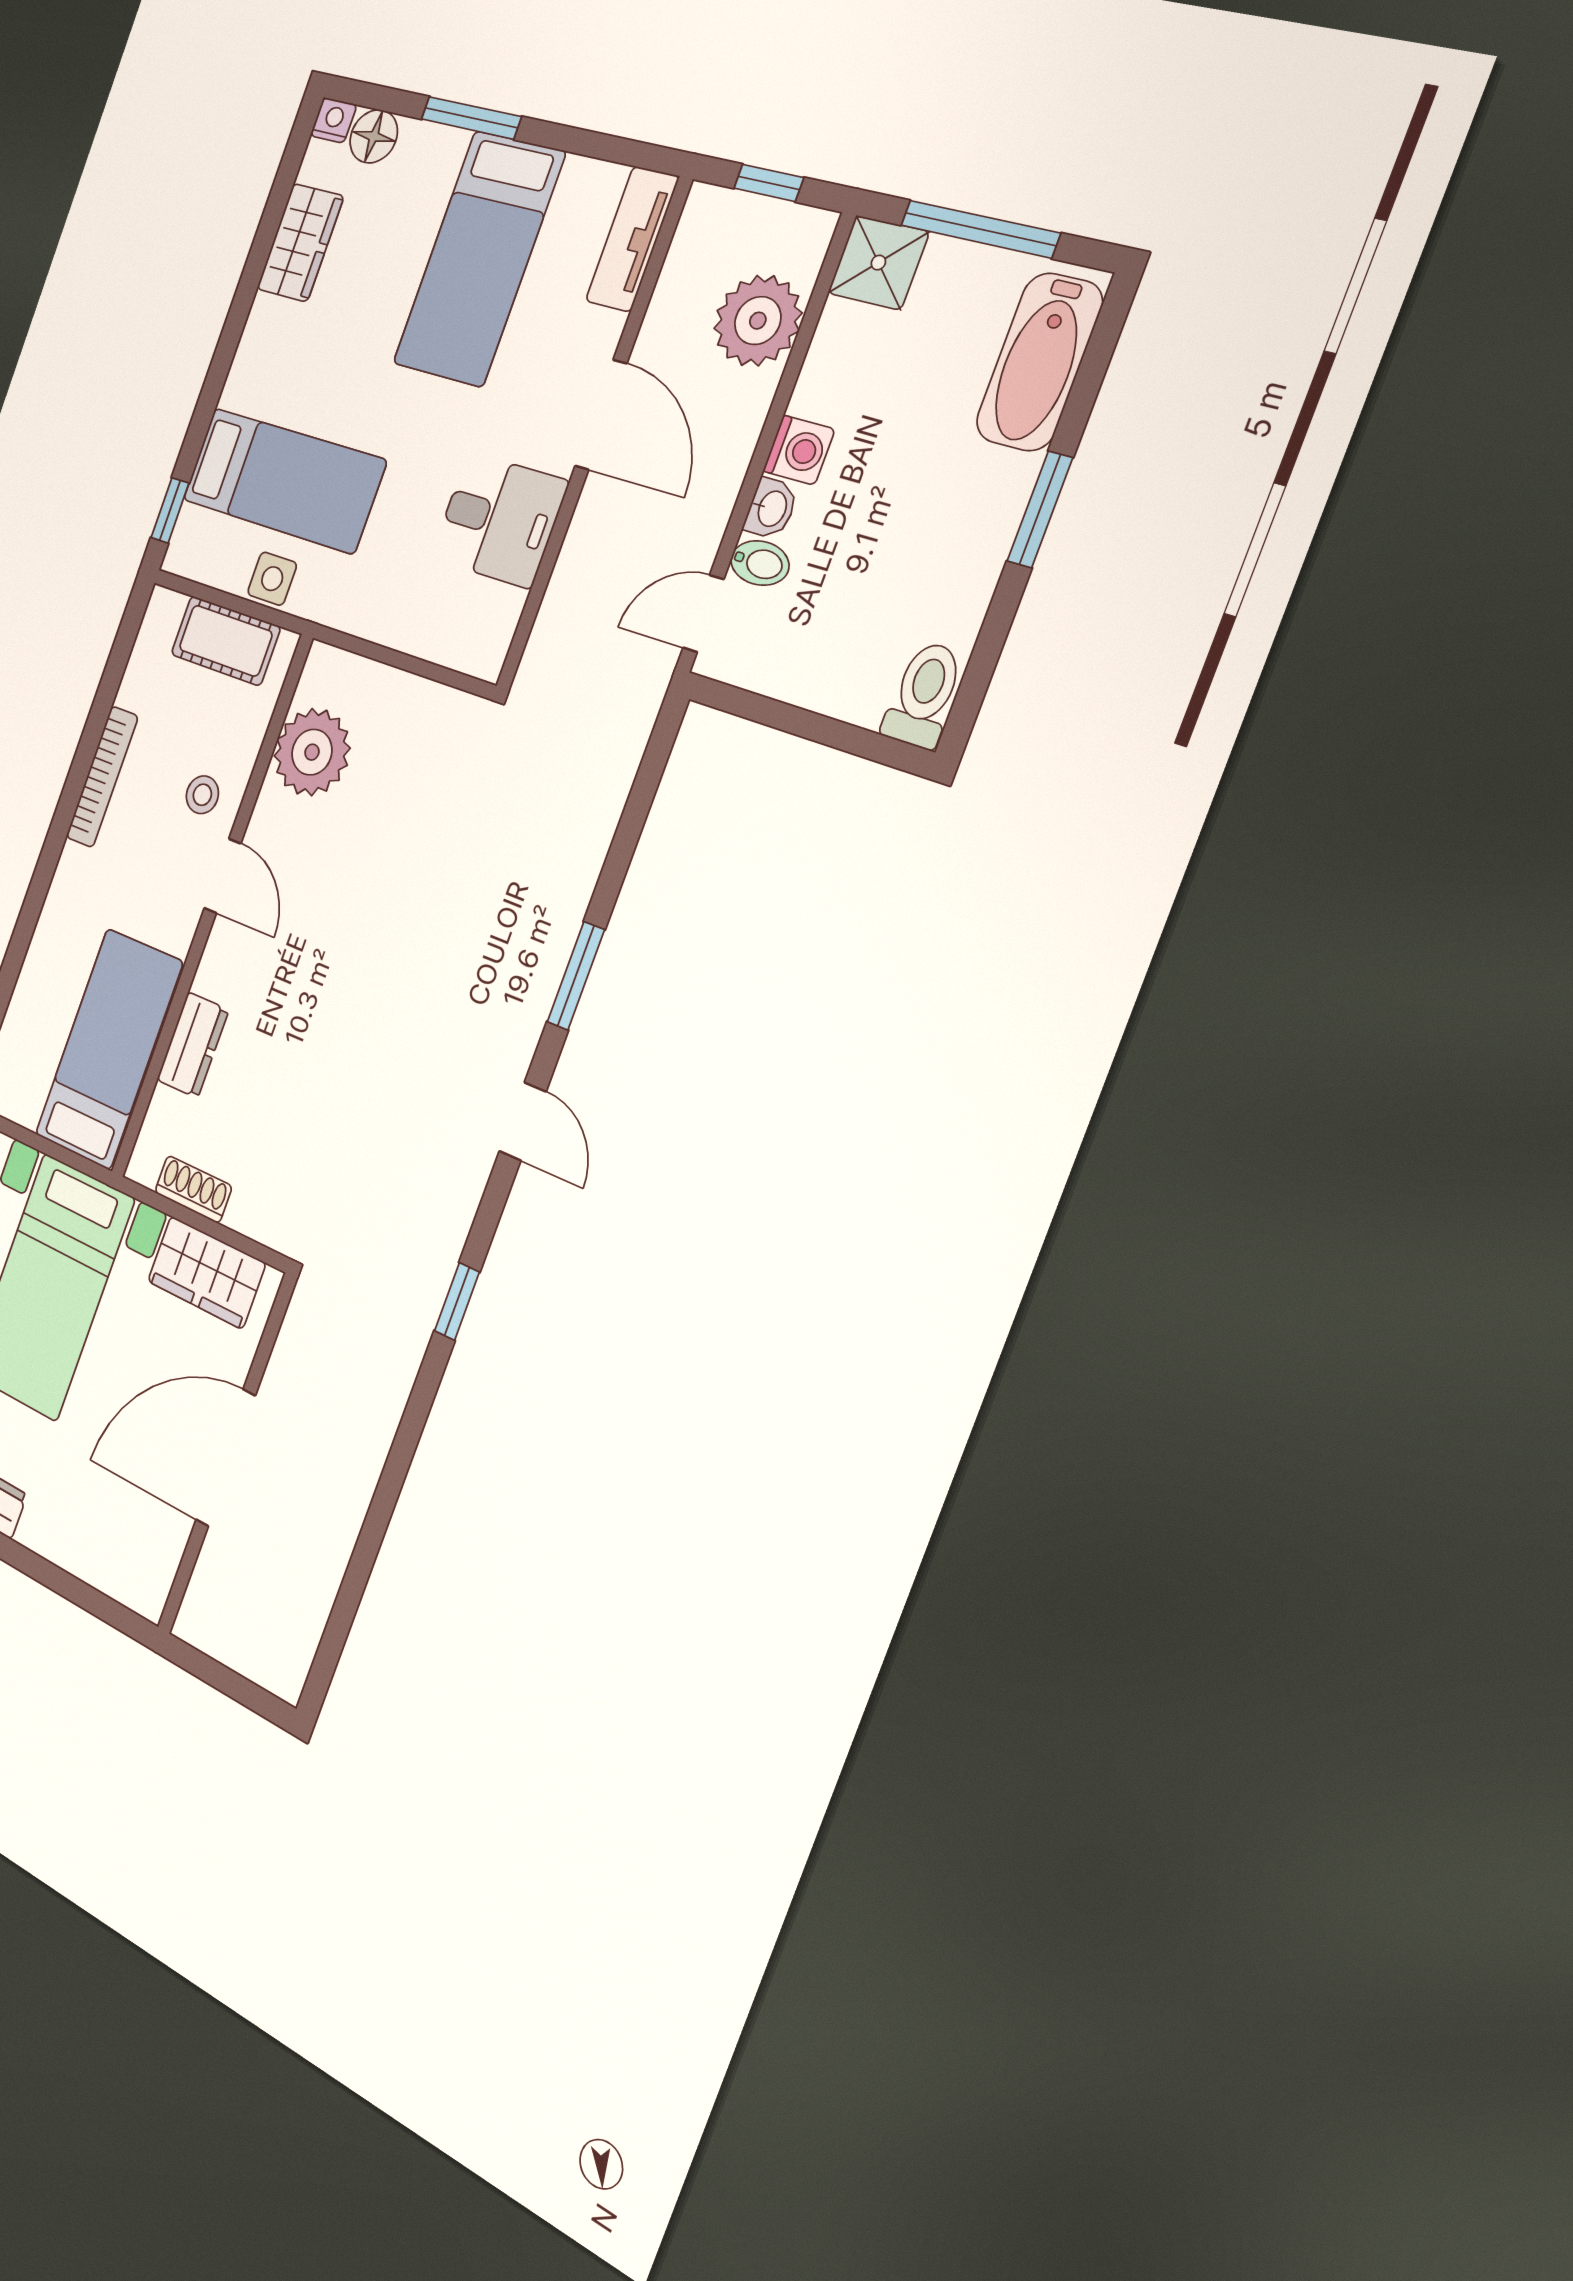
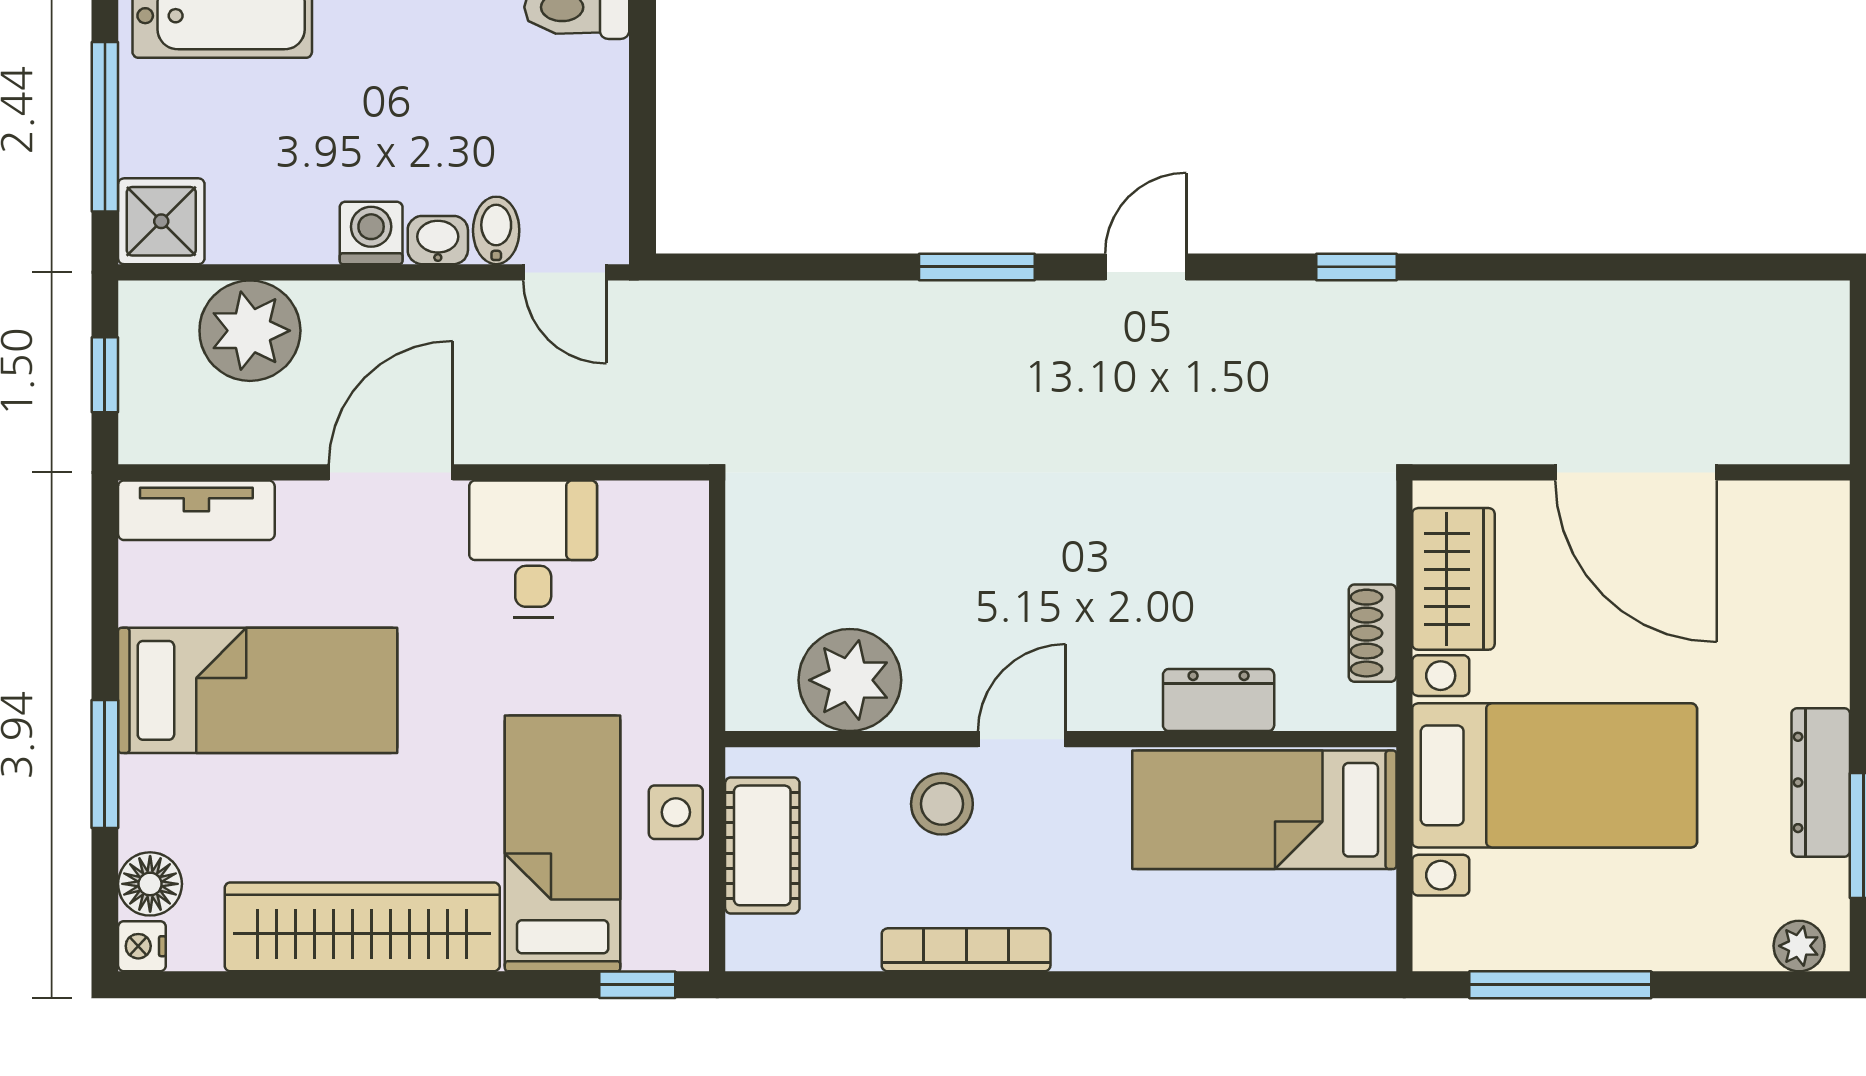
wardrobe: (300, 243) -> (362, 927), width x2.10, depth x1.17
stool: (202, 795) -> (942, 804), width x1.37, depth x1.37

